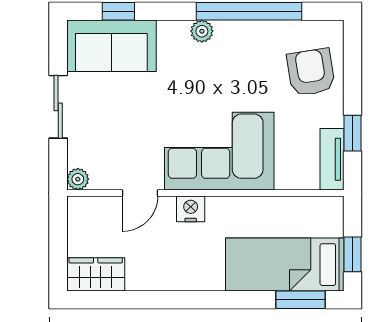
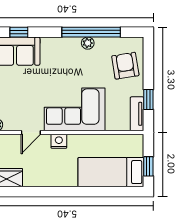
plant: (202, 31) -> (88, 43), moved
window: (301, 300) -> (120, 192), removed

